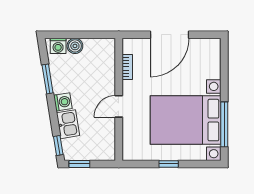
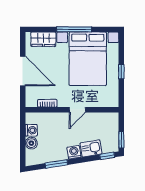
washing machine: (58, 46) -> (31, 130), moved
wardrobe: (211, 62) -> (43, 39), added
door: (119, 106) -> (77, 110), hinge flipped
window: (224, 124) -> (74, 29), moved

